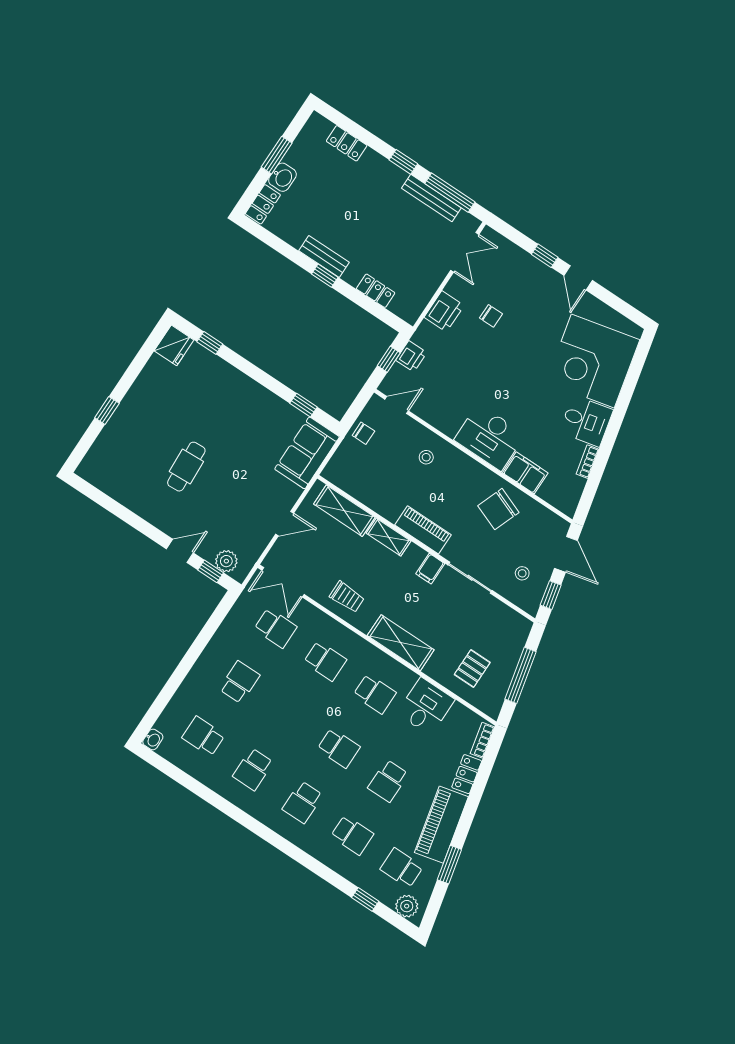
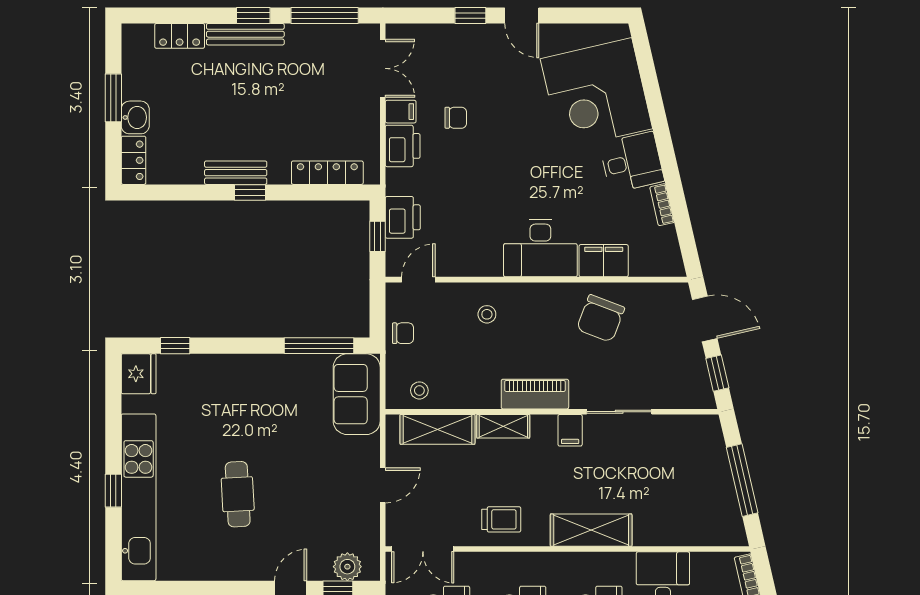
bench: (431, 198) -> (245, 34), moved
filing cabinet: (458, 288) -> (401, 112), added
locker: (376, 291) -> (327, 173), width x1.53
printer: (411, 356) -> (403, 217), width x1.36, depth x1.24
window: (303, 405) -> (319, 346), width x2.17
kitchen unit: (120, 426) -> (139, 497), added
stool: (522, 573) -> (419, 390), moved
pallet: (472, 669) -> (686, 507), removed

